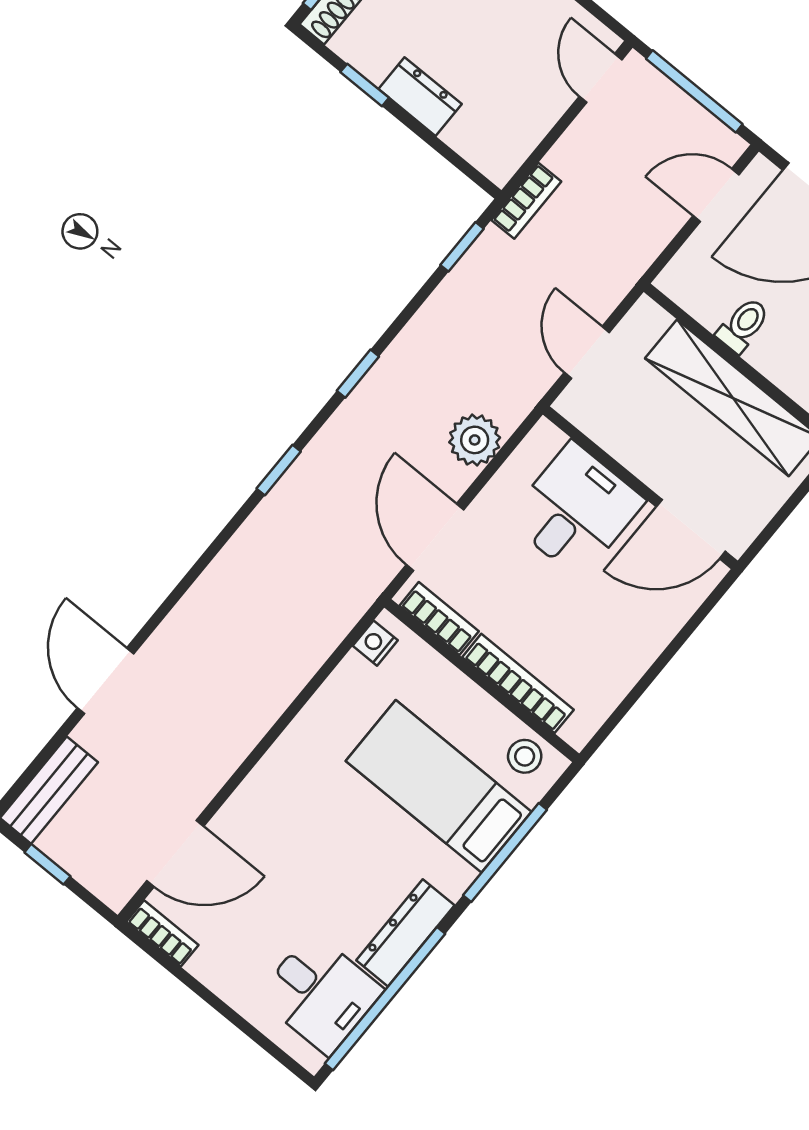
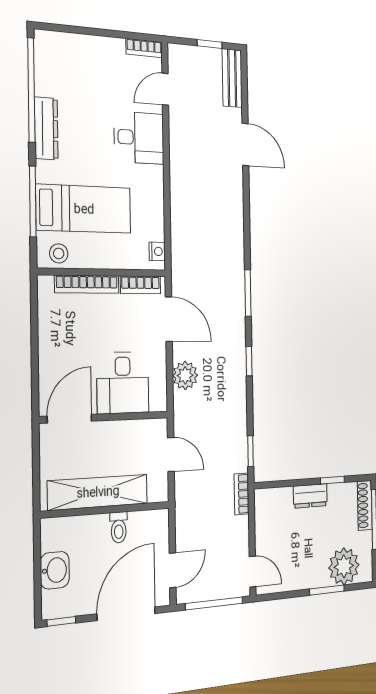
window: (279, 470) -> (248, 293), width x1.50
door: (175, 854) -> (165, 89), width x0.73
desk: (320, 993) -> (139, 138), moved, turned 180

